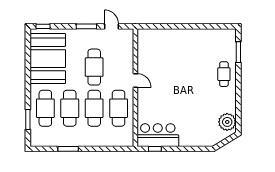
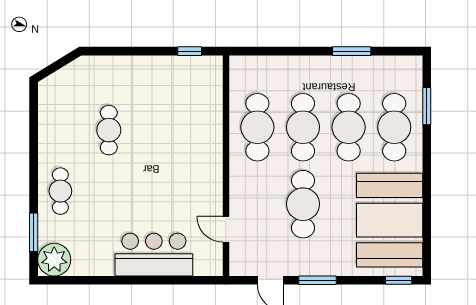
door: (135, 80) -> (226, 229), moved
cafe table: (198, 107) -> (109, 130), added
plant: (227, 122) -> (54, 260), moved
bar counter: (158, 135) -> (154, 255), moved, turned 180

